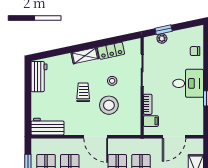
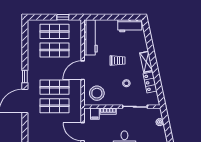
window: (164, 30) -> (166, 123), removed
stool: (109, 105) -> (97, 93), moved
workbench: (47, 127) -> (91, 37), width x1.38

